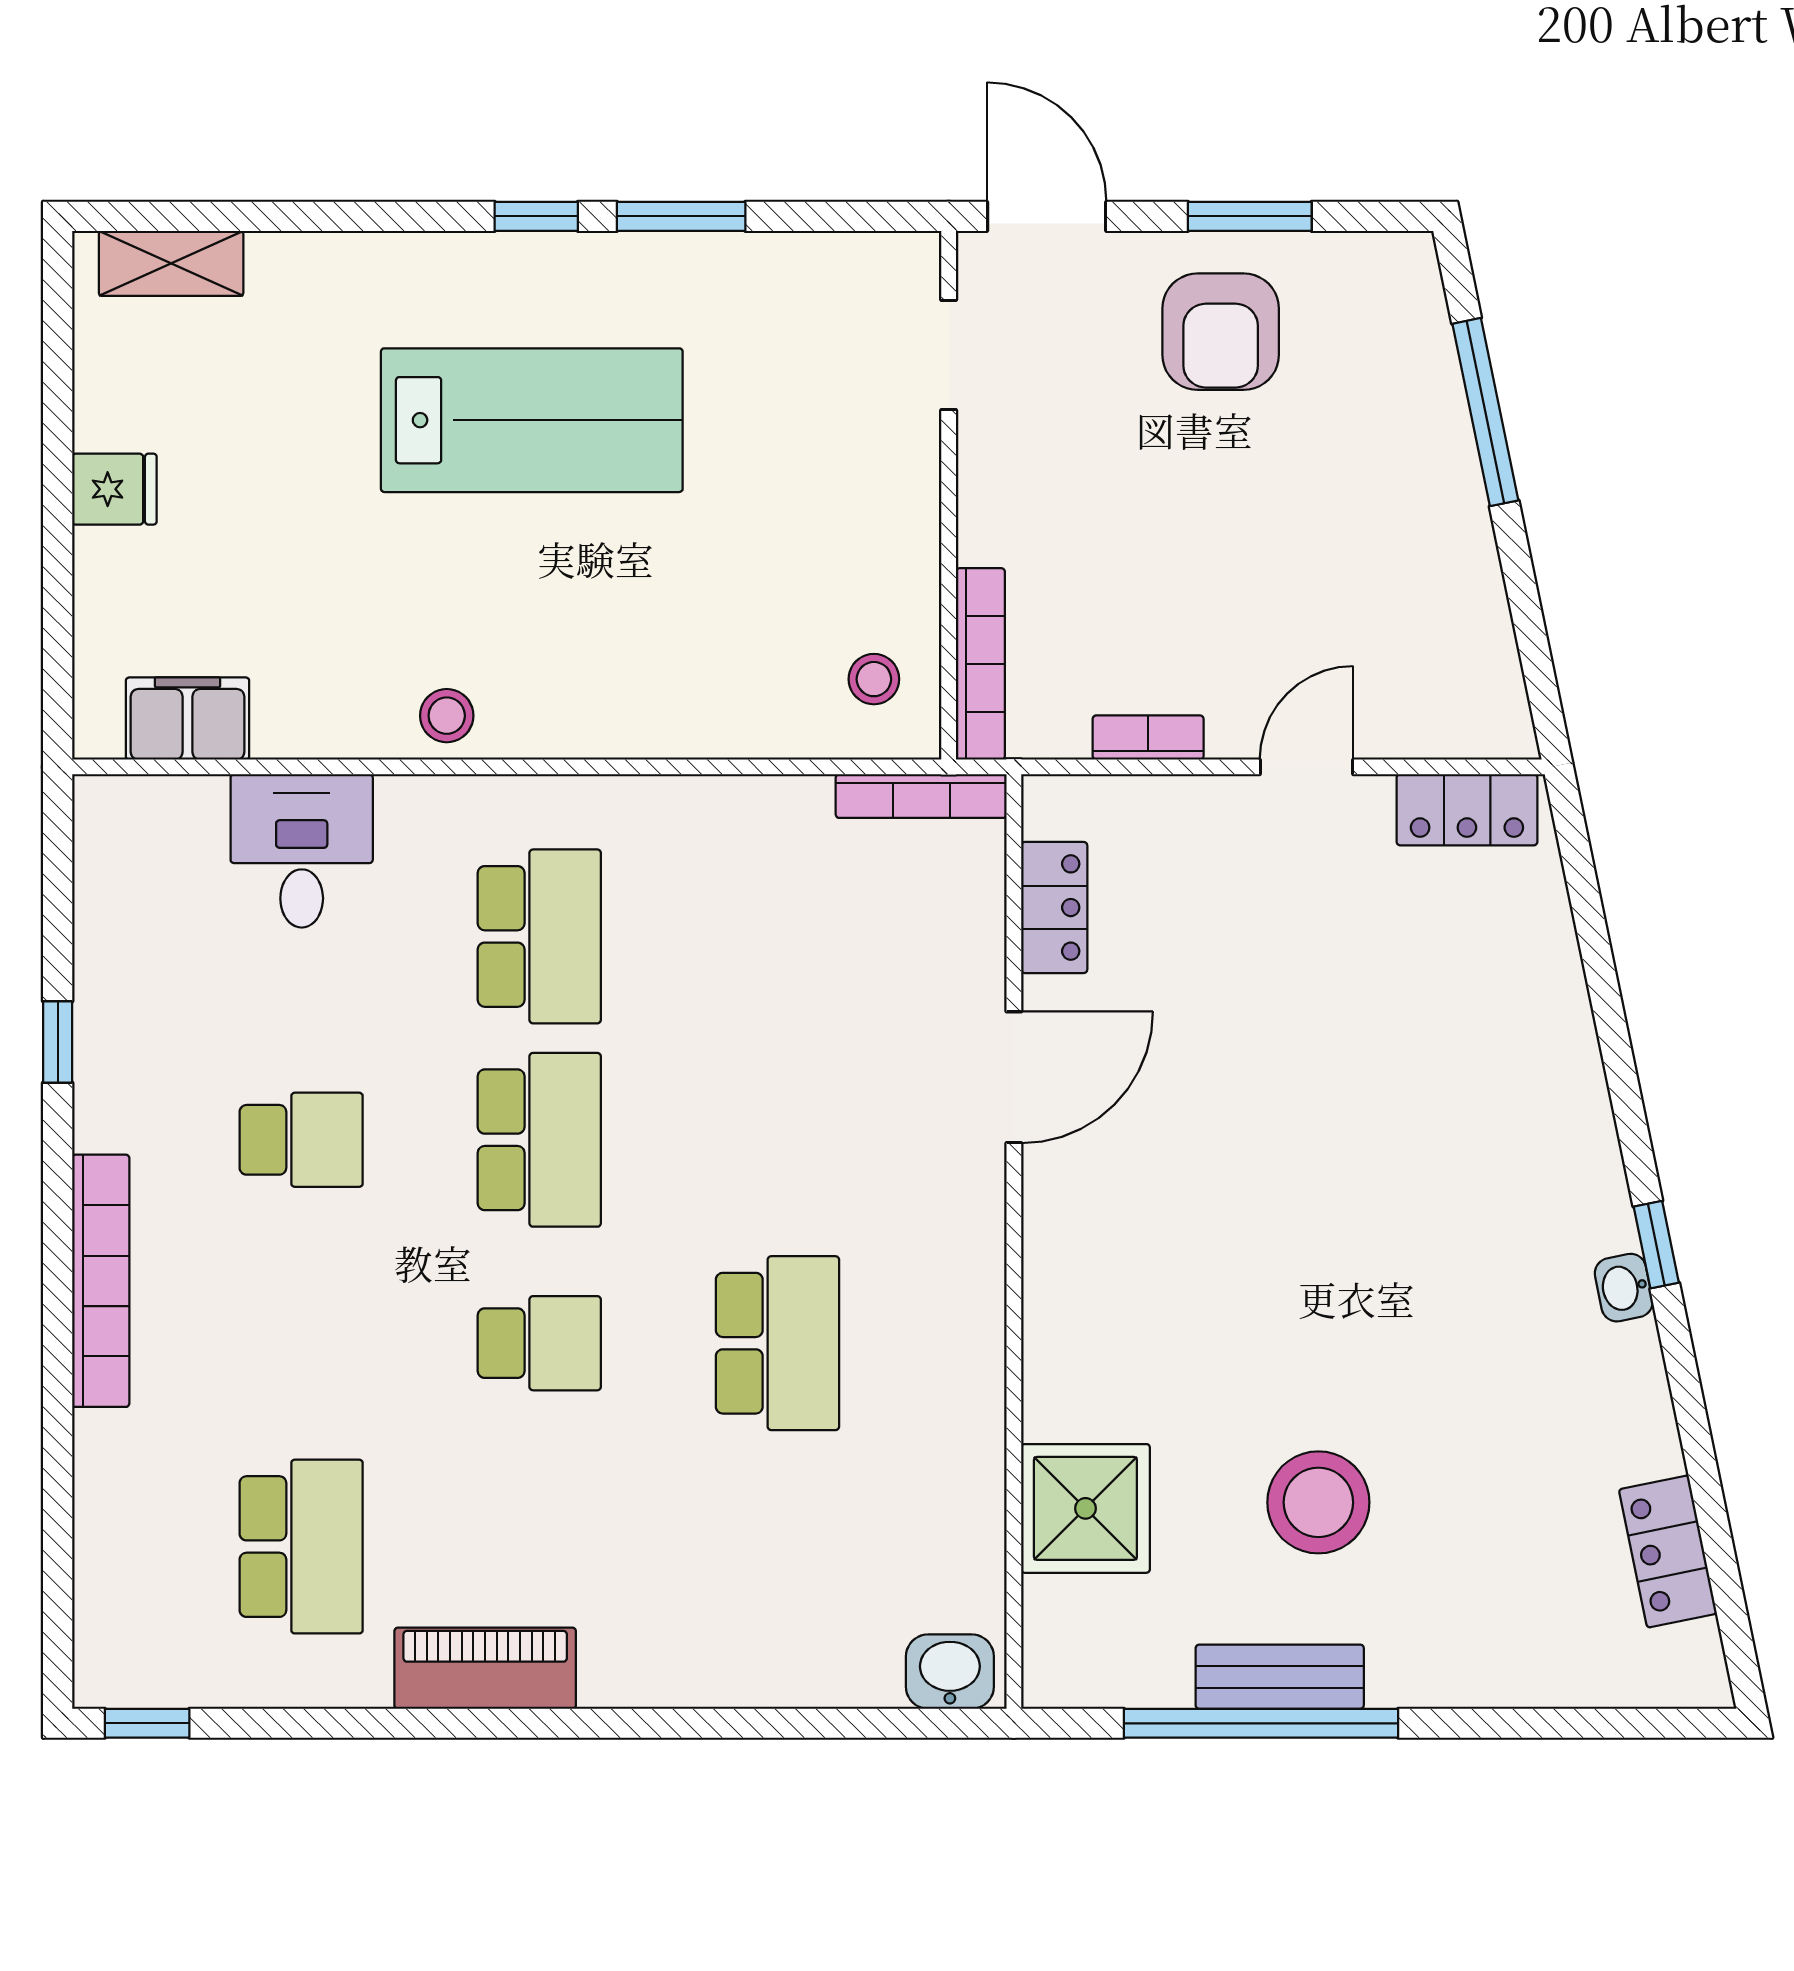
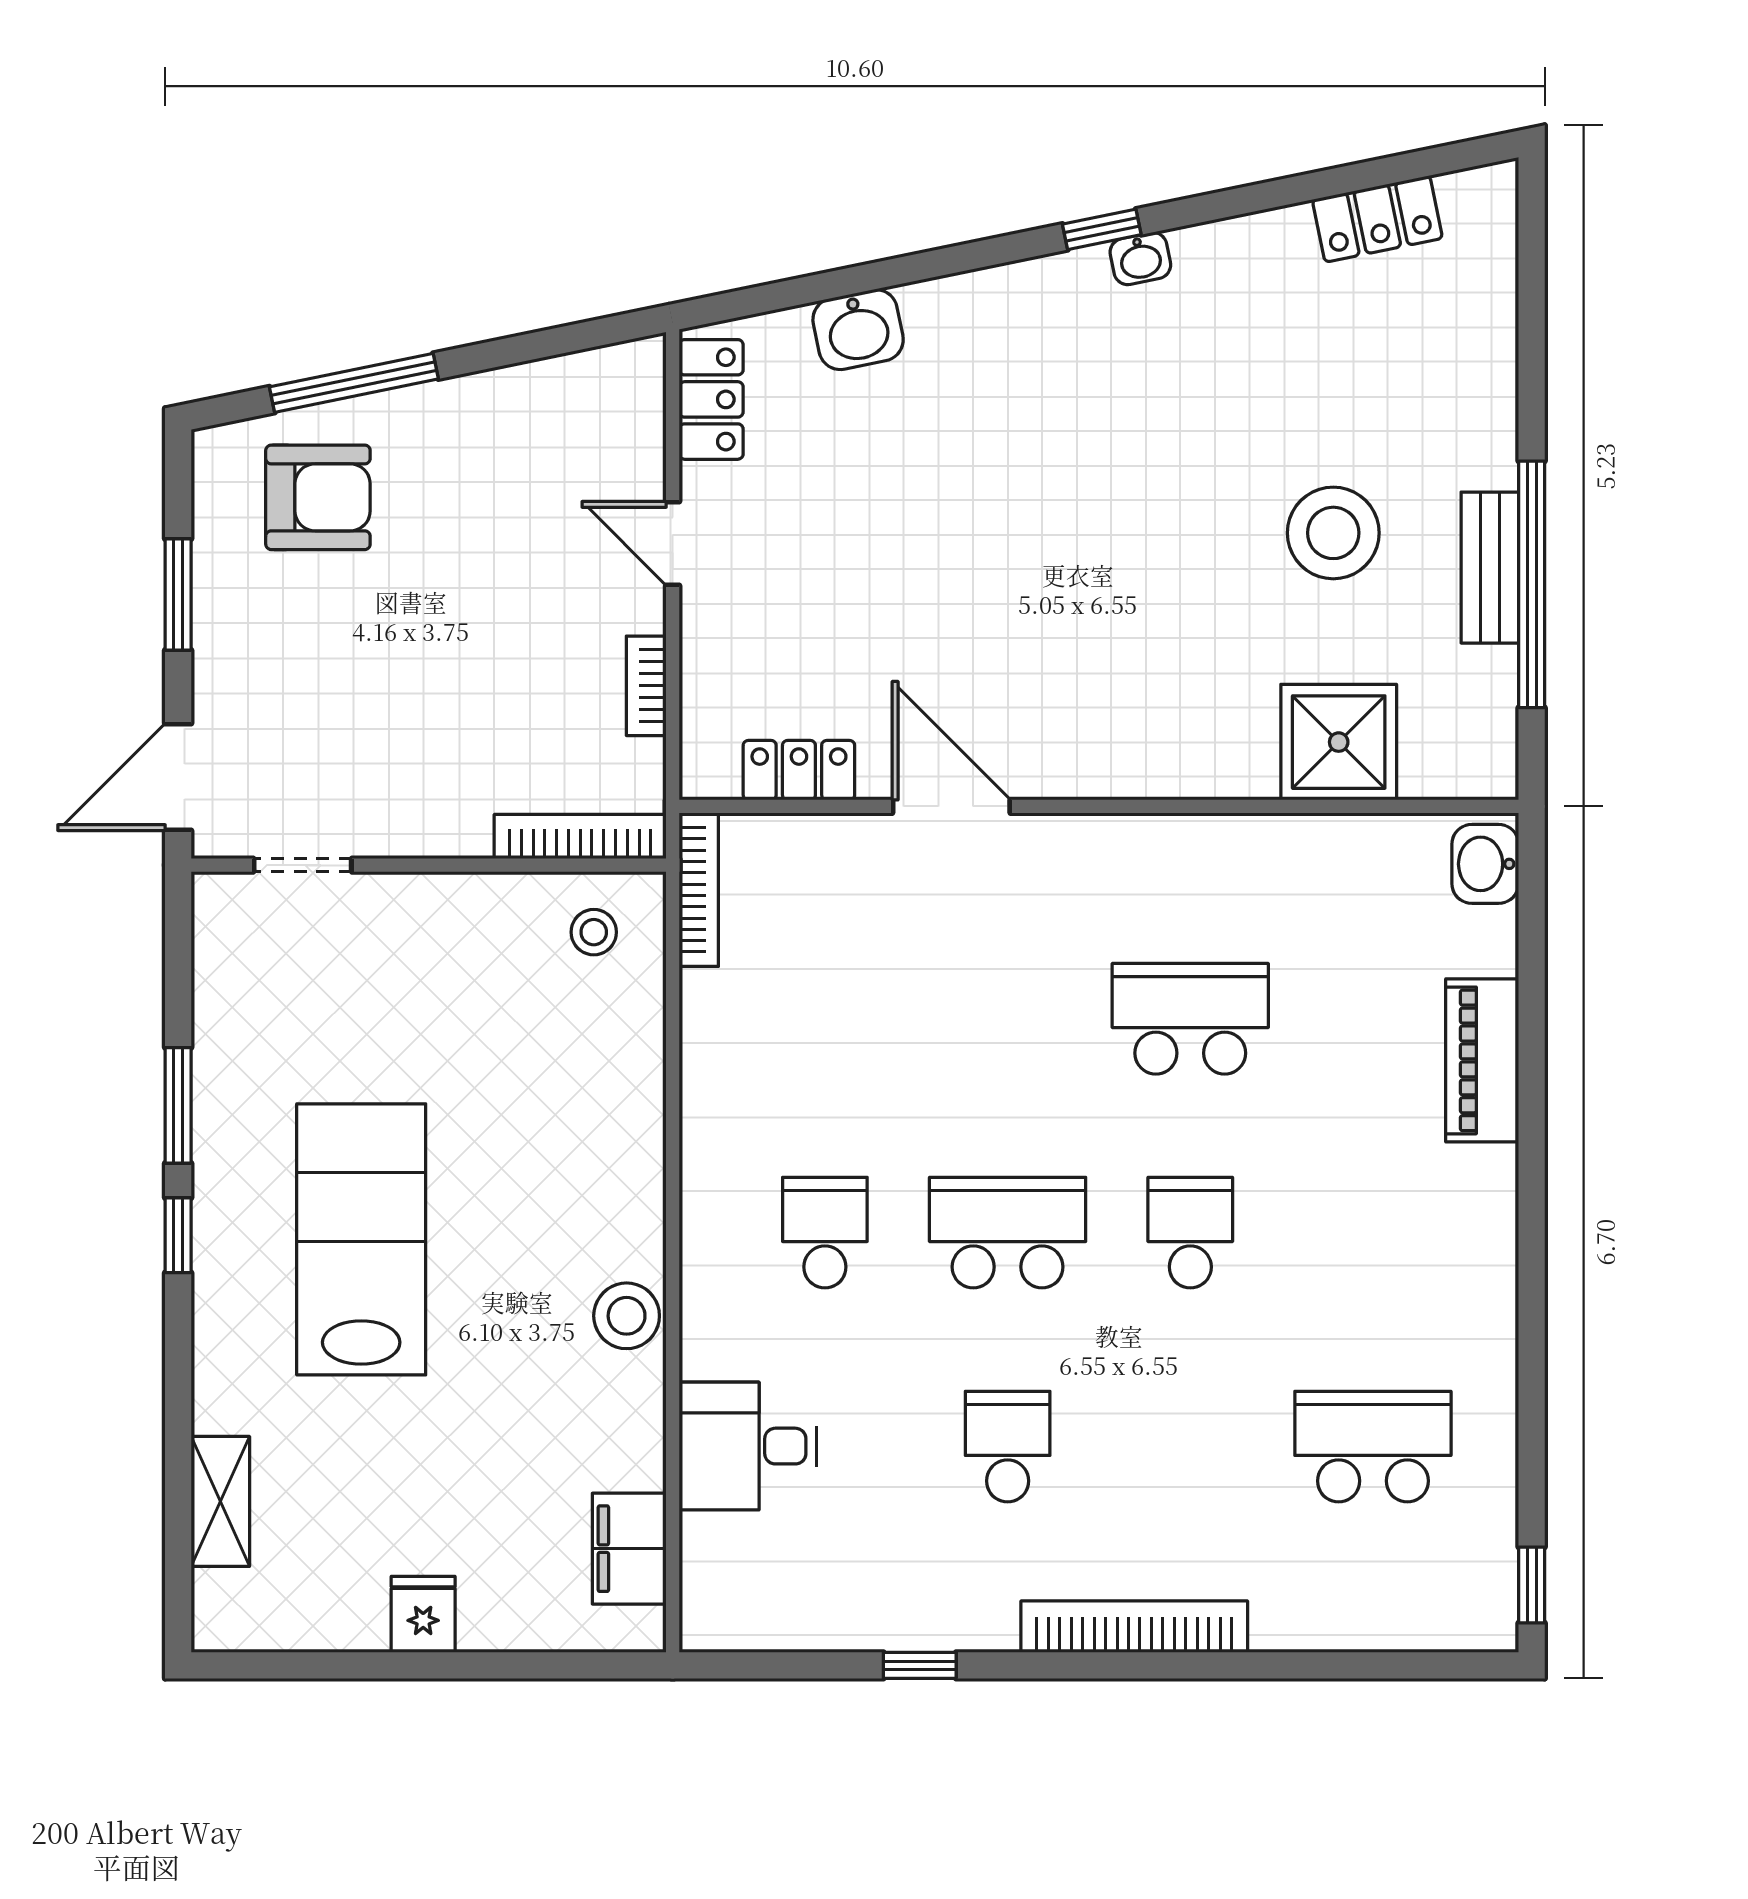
shelving: (171, 263) -> (220, 1501), moved
armchair: (1221, 332) -> (318, 497), moved
stool: (447, 716) -> (627, 1316), width x1.37, depth x1.37
school desk: (539, 936) -> (825, 1233), width x0.54
washbasin: (1545, 973) -> (858, 330), added
piano: (485, 1668) -> (1482, 1060), moved

